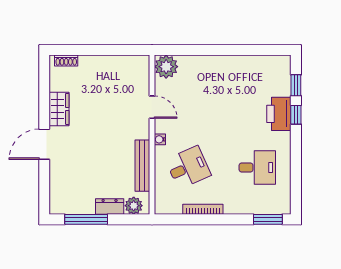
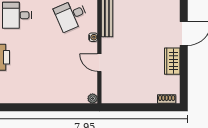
plant: (166, 67) -> (93, 98), width x0.53, depth x0.53

